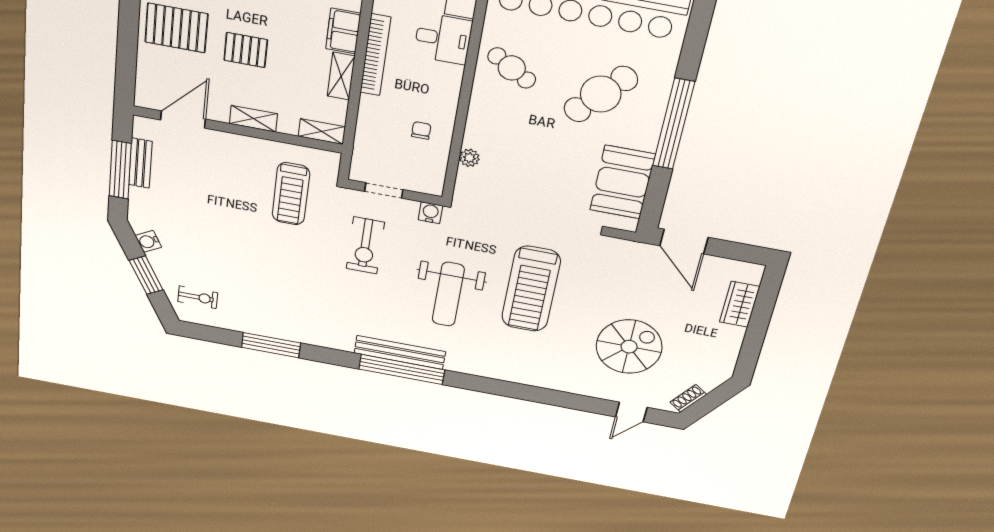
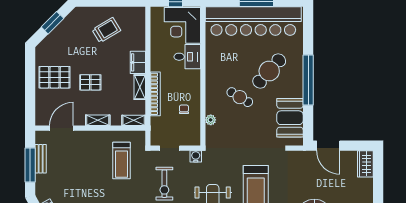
bookcase: (375, 55) -> (155, 94), moved
cafe table: (512, 68) -> (240, 97), moved
wardrobe: (740, 304) -> (365, 164), moved

